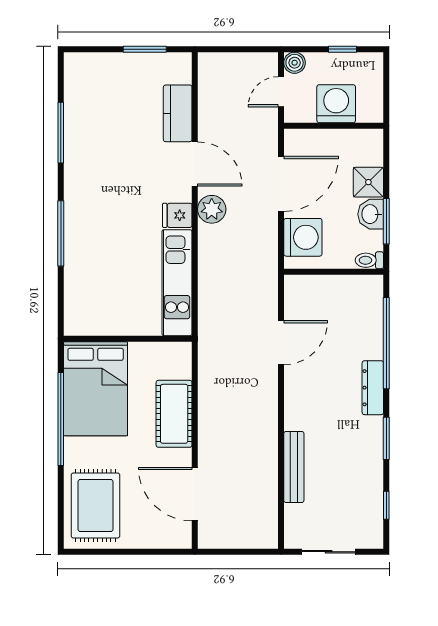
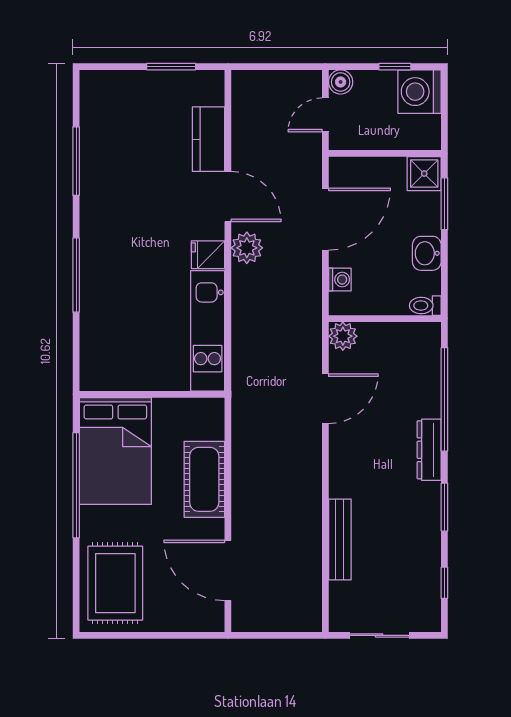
washing machine: (336, 104) -> (419, 92), moved, turned -90
shower: (368, 182) -> (424, 174), moved
window: (386, 221) -> (444, 204), moved
washing machine: (303, 237) -> (340, 280), width x0.53, depth x0.53
plant: (297, 287) -> (343, 336), added

